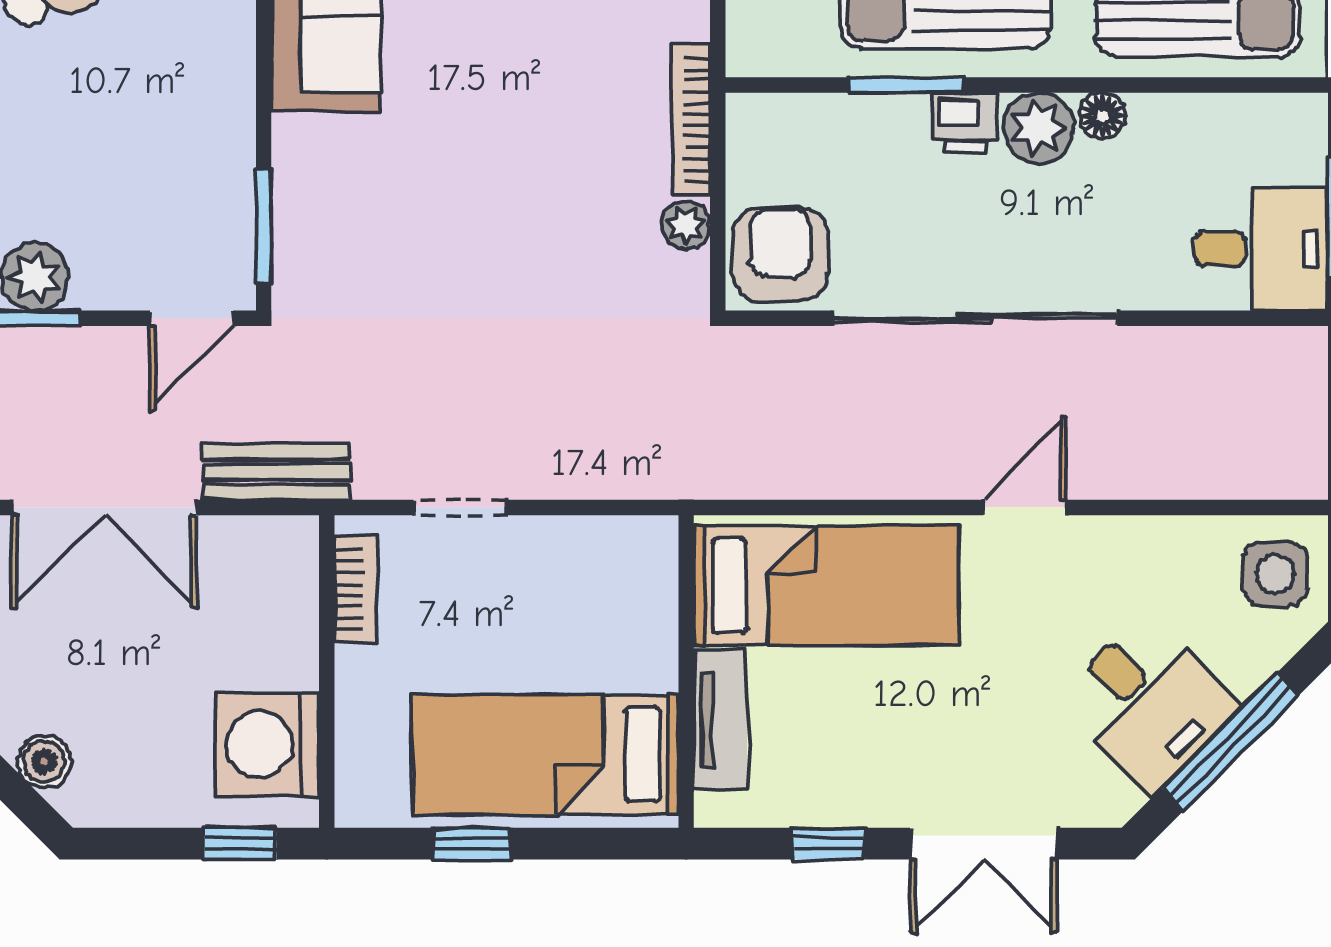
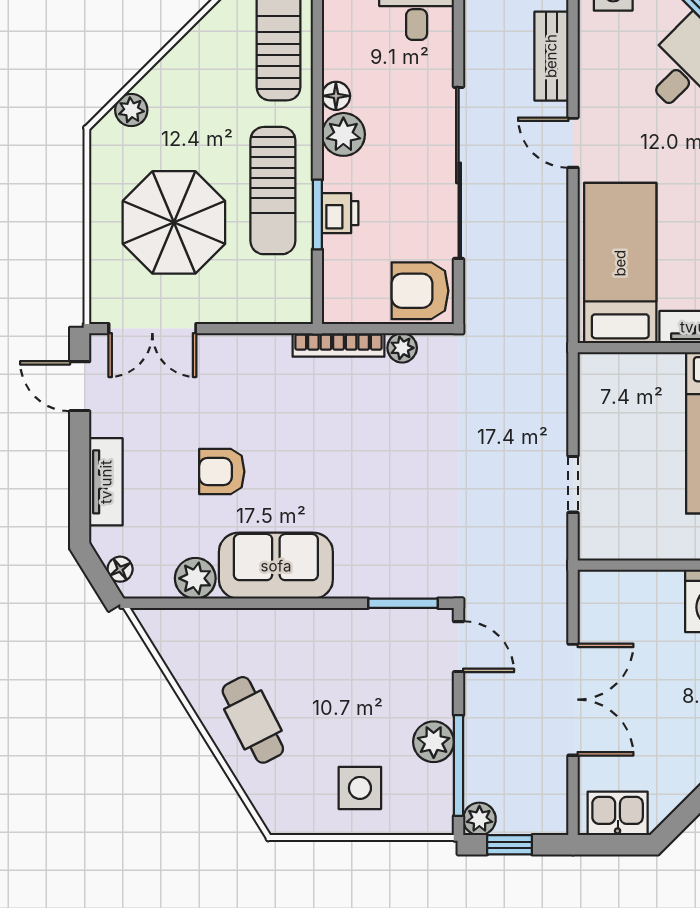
printer: (965, 123) -> (340, 213), moved
bench: (277, 472) -> (551, 56), moved
bookcase: (356, 590) -> (623, 548), removed

